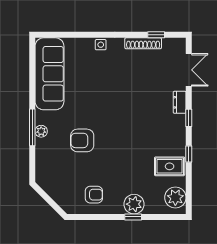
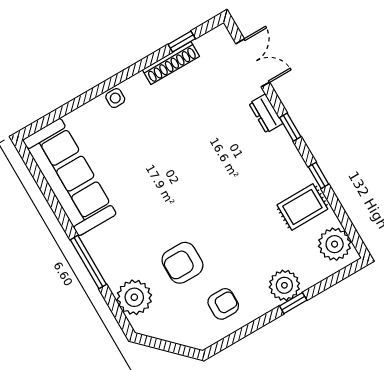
plant: (41, 131) -> (134, 297), moved, width x1.87, depth x1.87
armchair: (82, 140) -> (182, 263), moved

